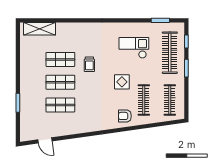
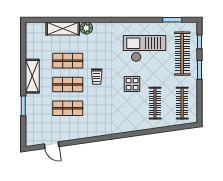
plant: (78, 28) -> (86, 28), added
shelving: (40, 29) -> (63, 29), moved
checkout: (134, 48) -> (145, 49), width x1.36, depth x1.21
trolley: (89, 64) -> (97, 77), moved
shelving: (26, 74) -> (32, 76), added
armchair: (125, 116) -> (135, 120), removed

